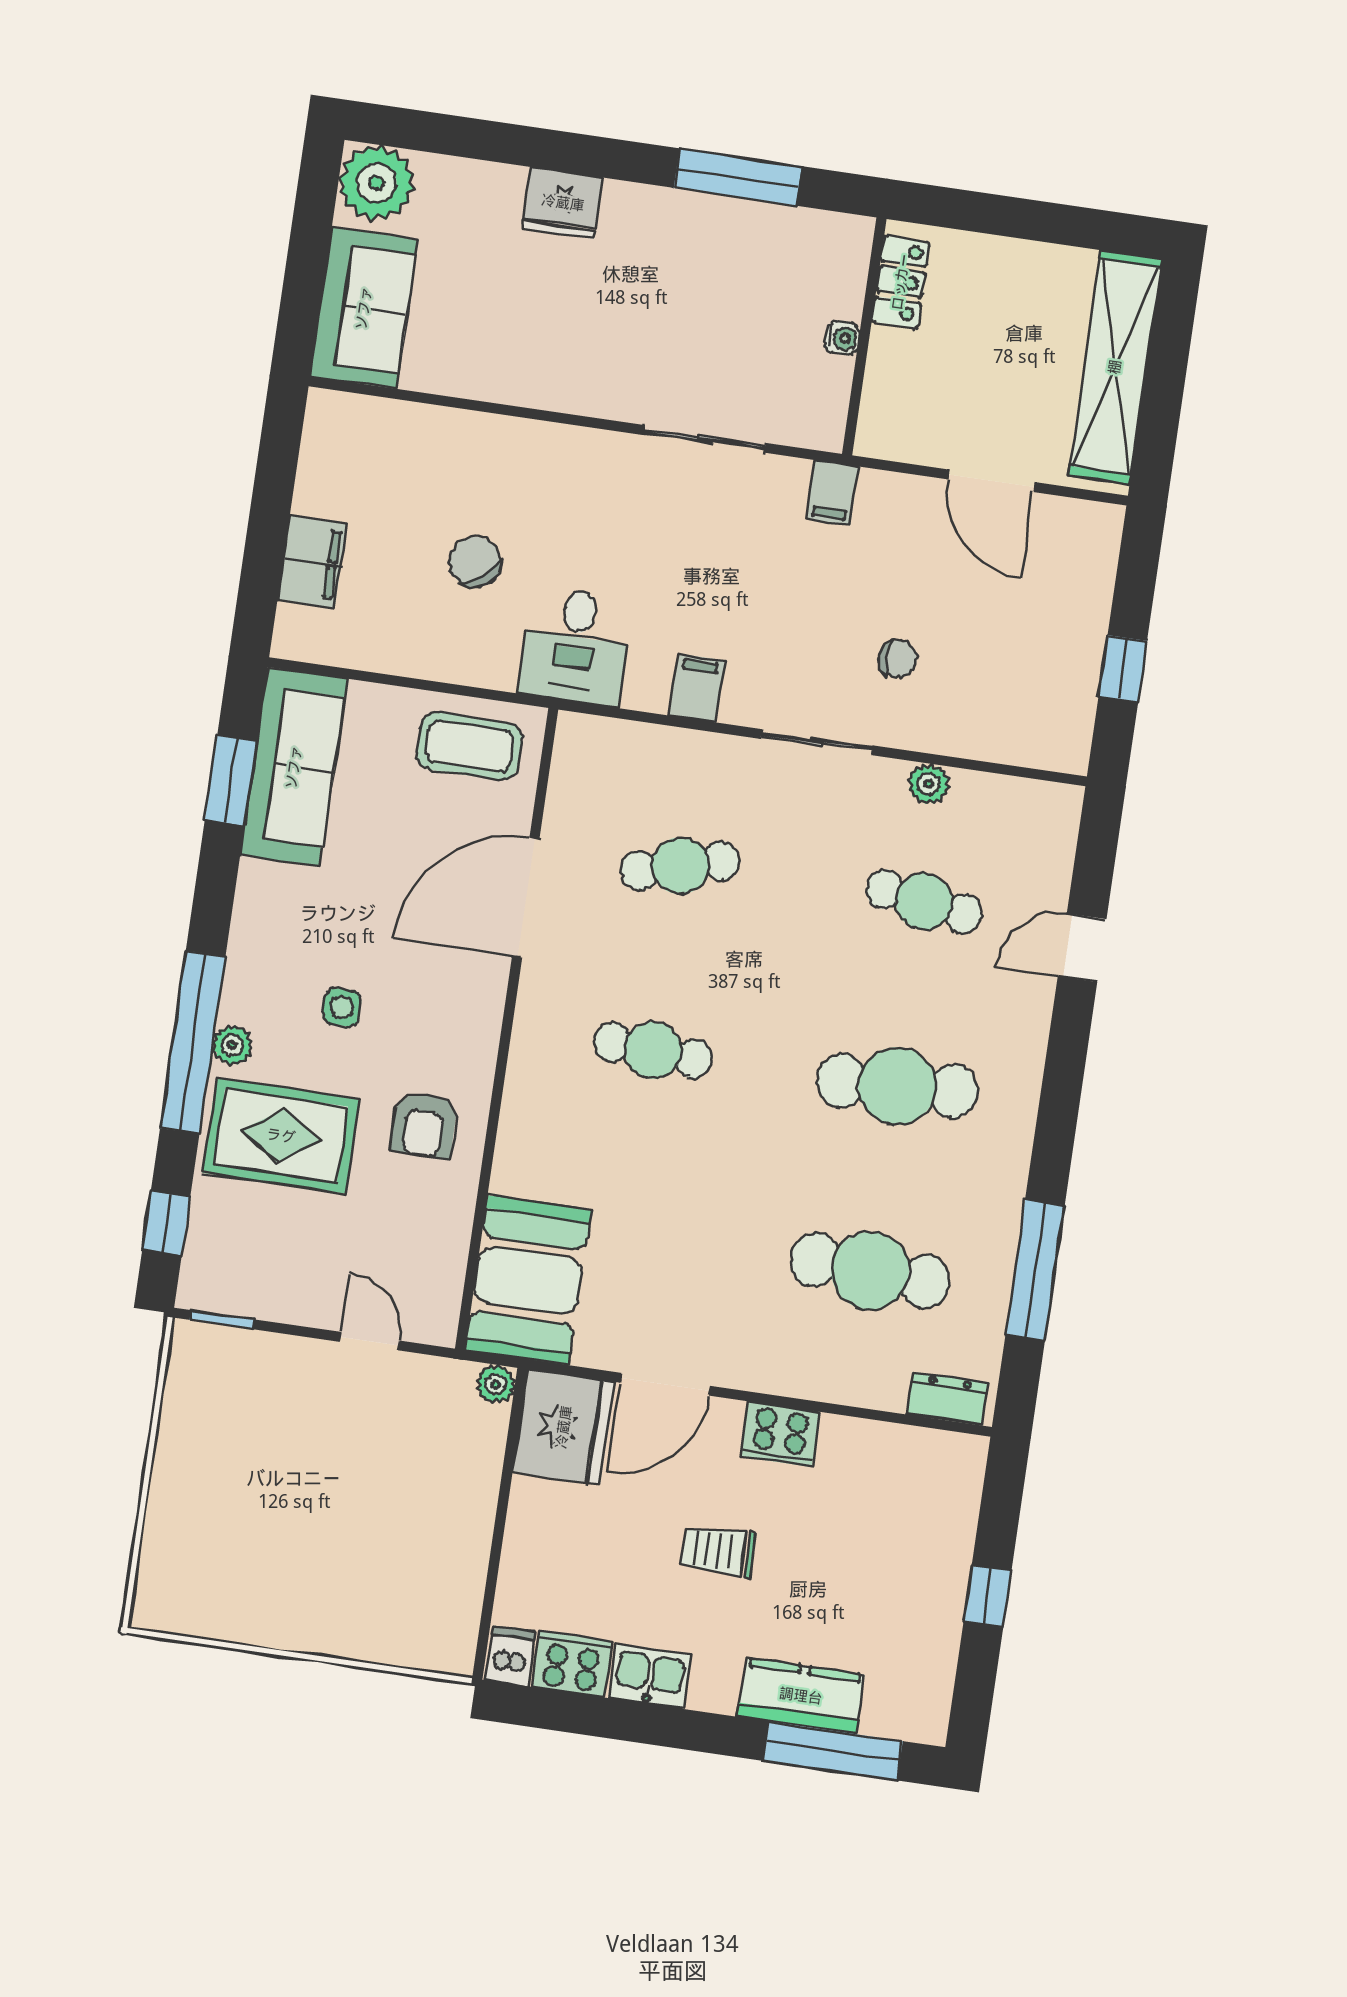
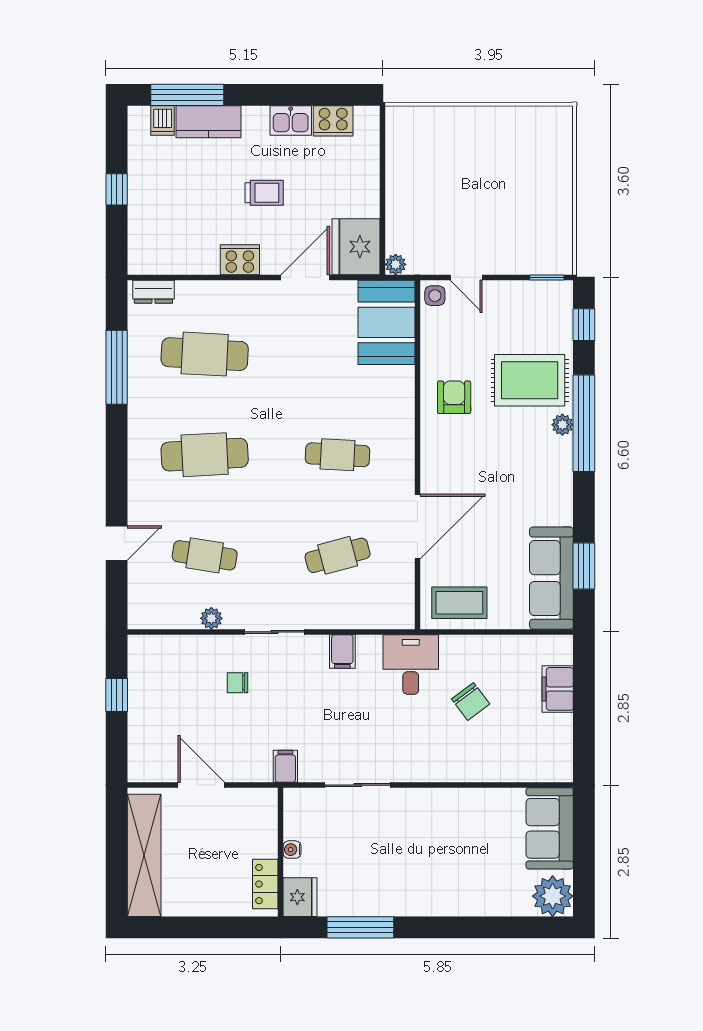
fridge: (563, 203) -> (300, 897), moved, turned 90
side table: (342, 1007) -> (435, 296), moved
dishwasher: (510, 1656) -> (163, 120), moved

